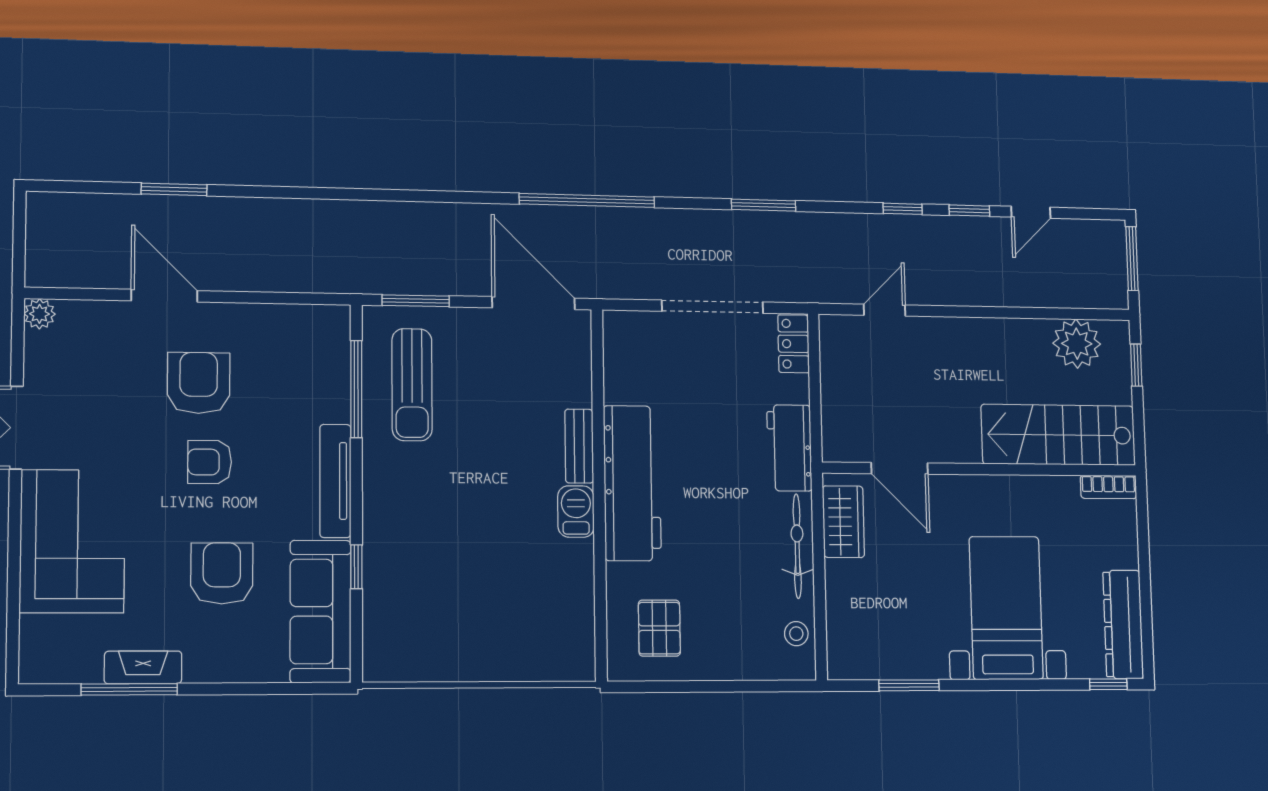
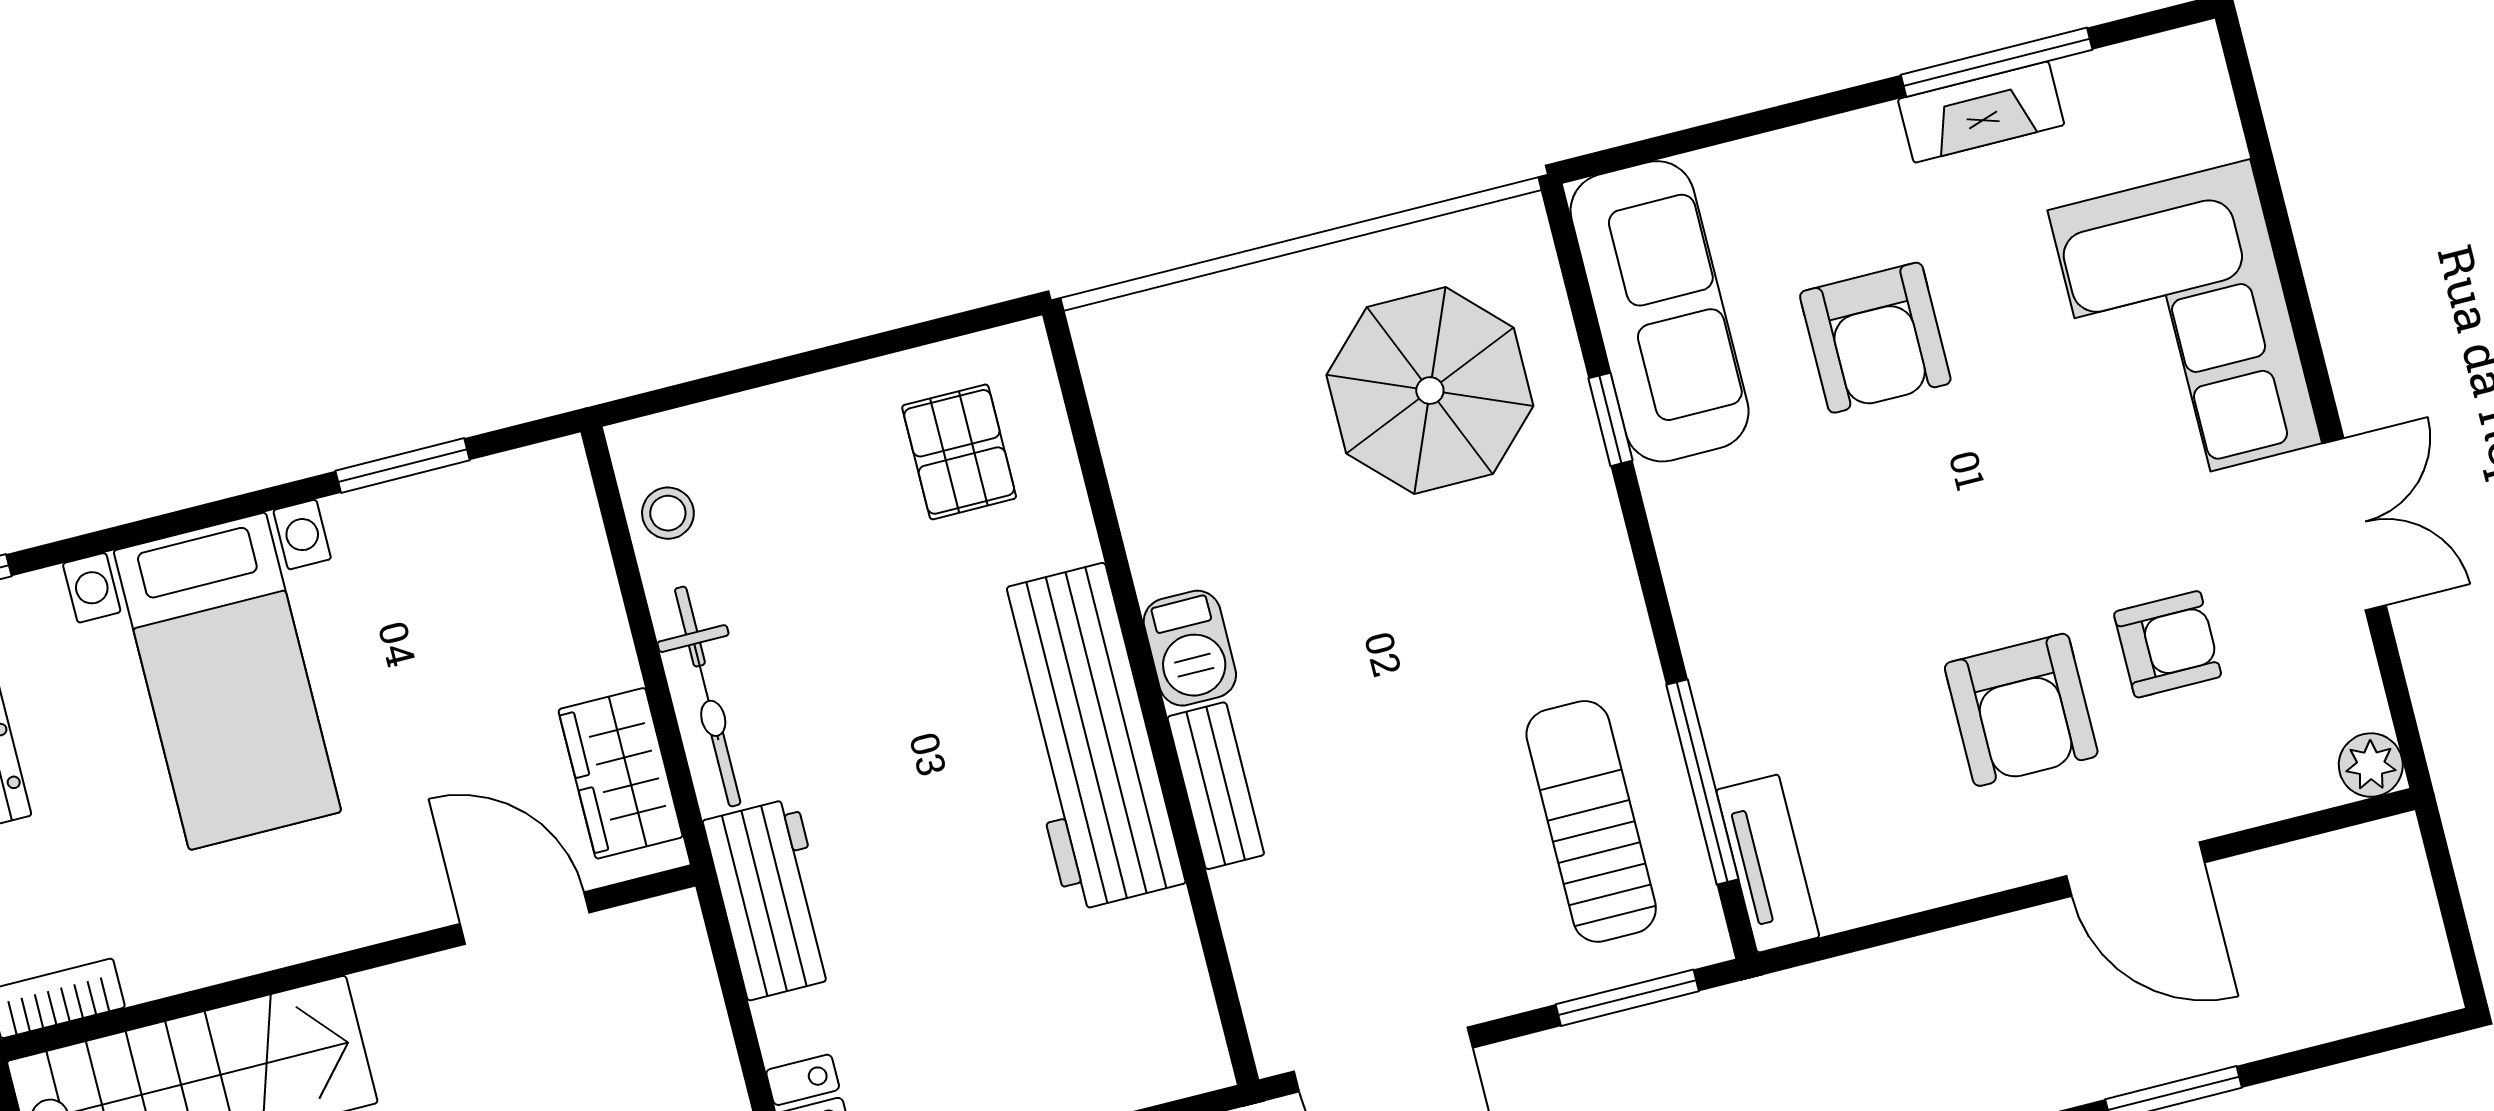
armchair: (210, 462) -> (2168, 644), moved
tv unit: (335, 481) -> (1768, 864), moved, width x0.71
parasol: (437, 602) -> (1430, 391), added

